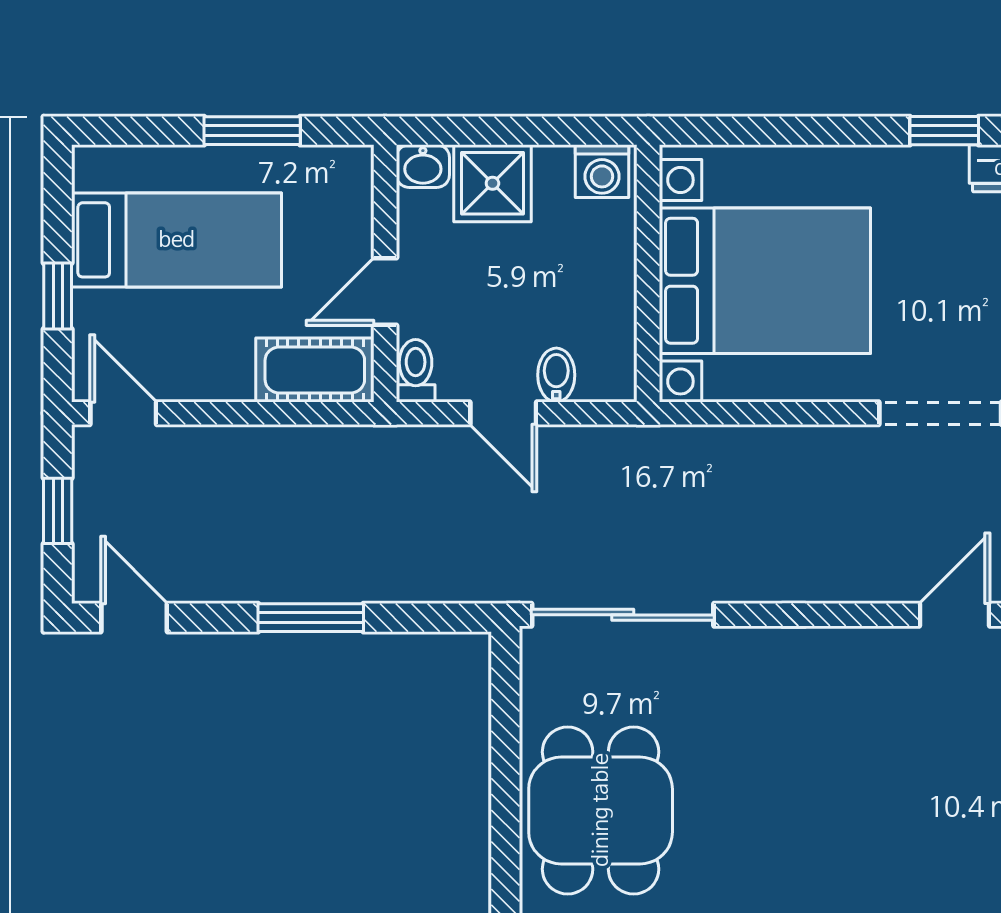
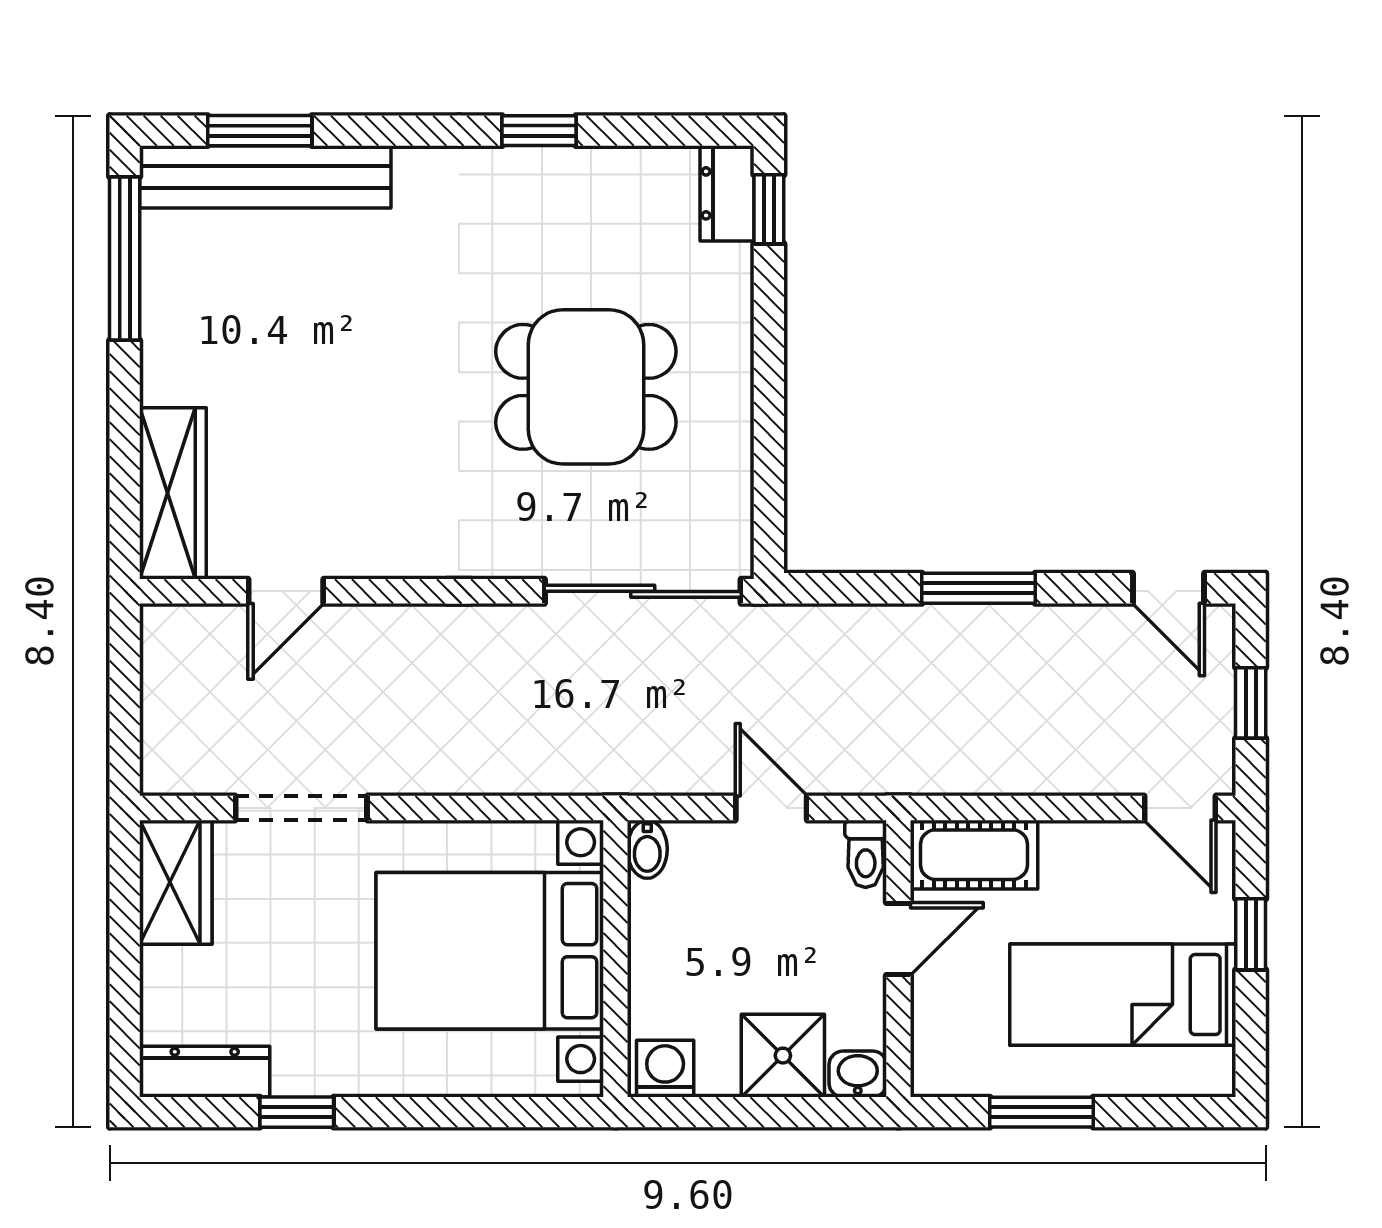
bidet: (556, 375) -> (647, 849), moved
dining table: (601, 810) -> (586, 387), moved, turned 90

